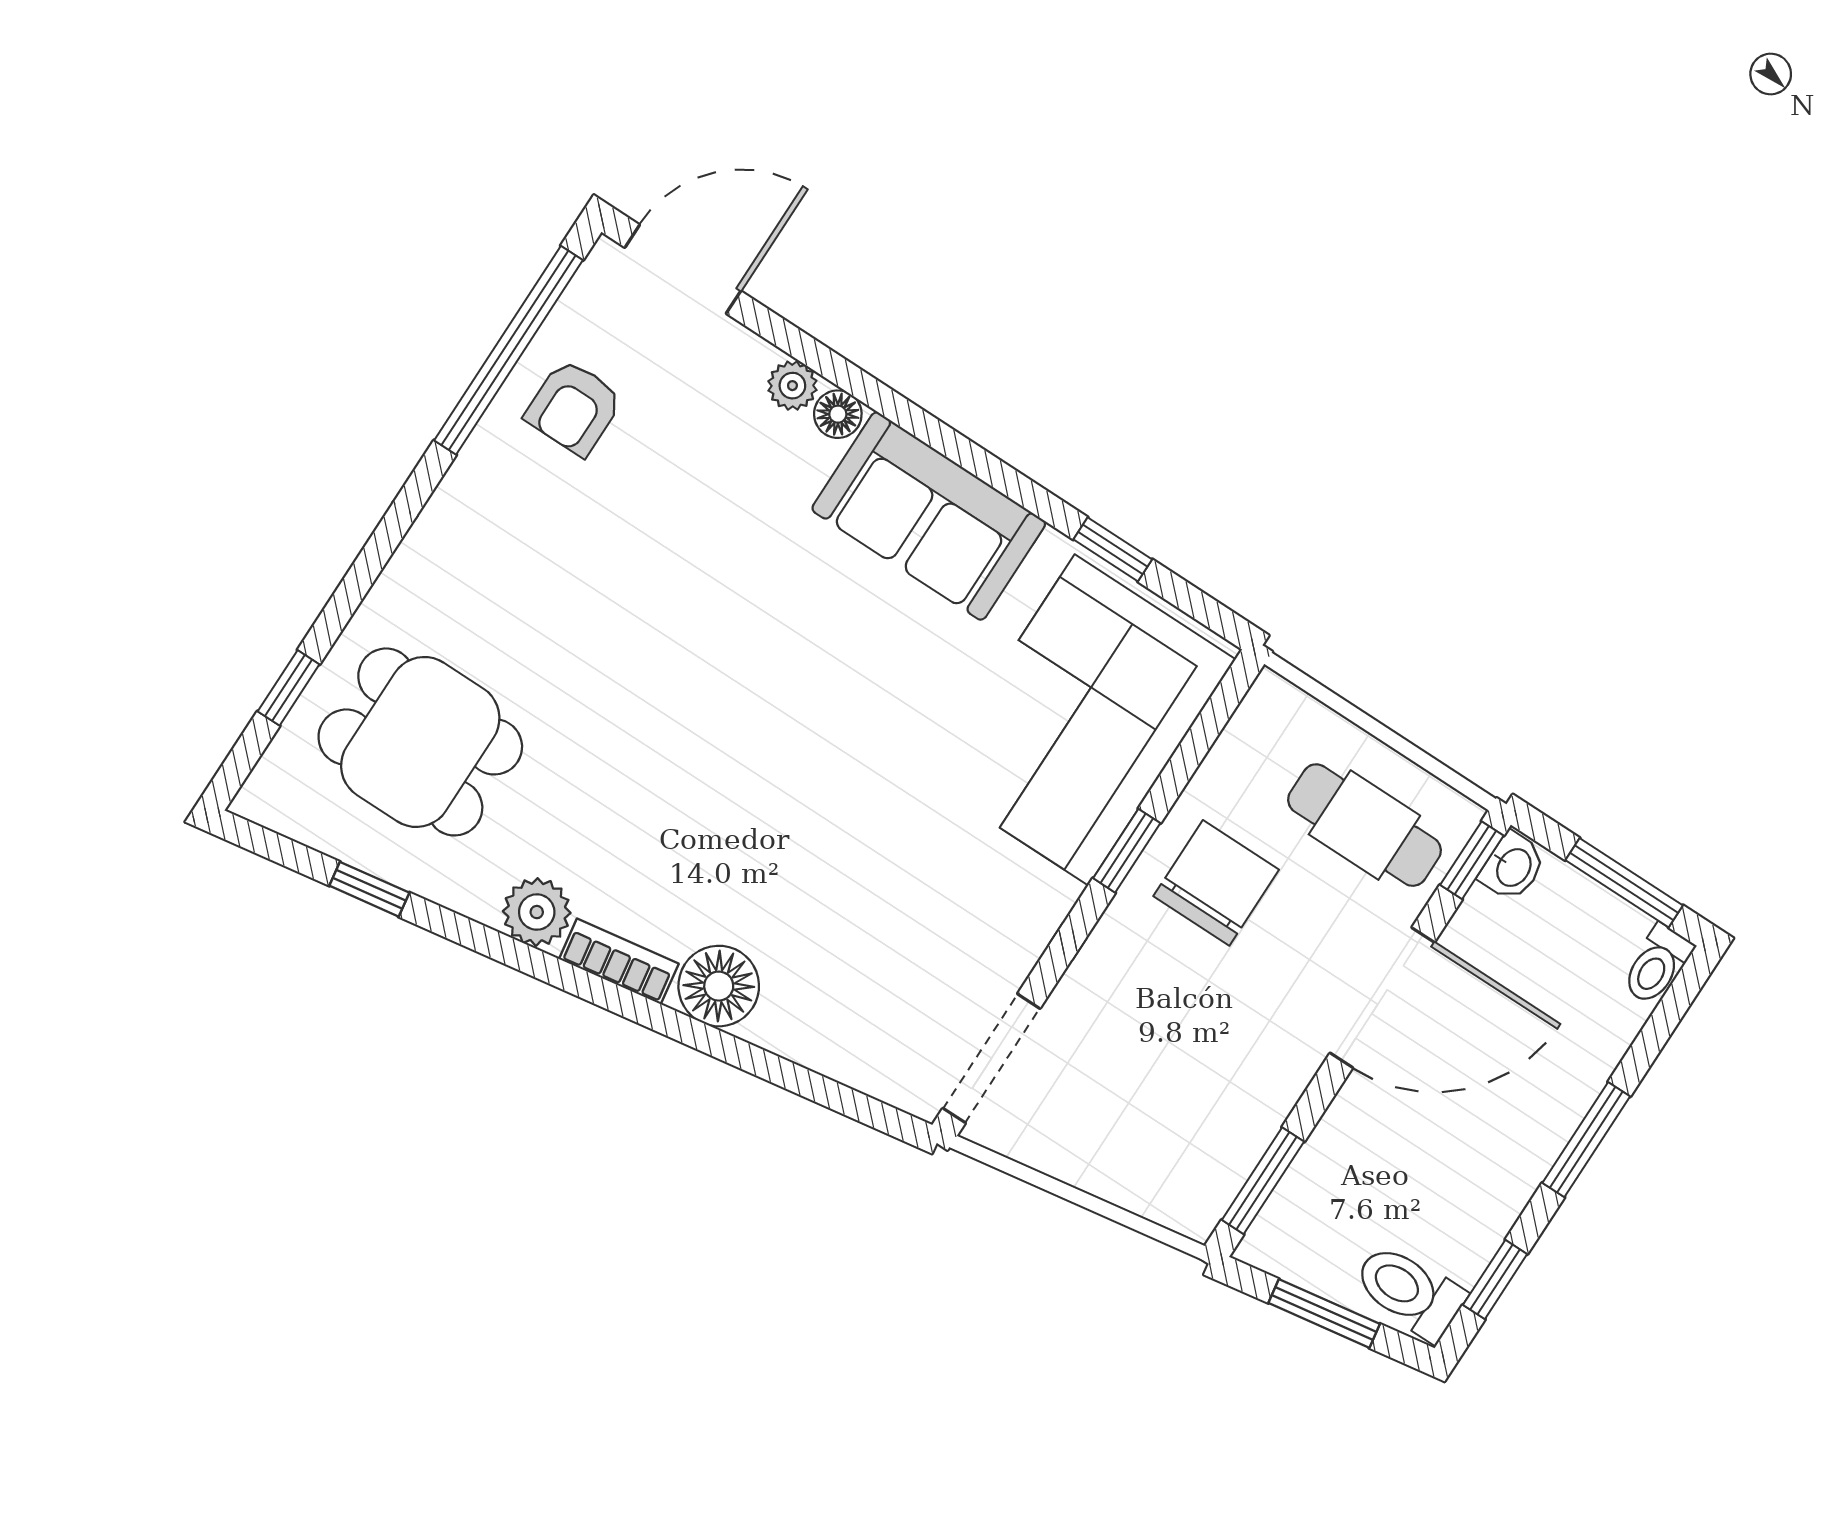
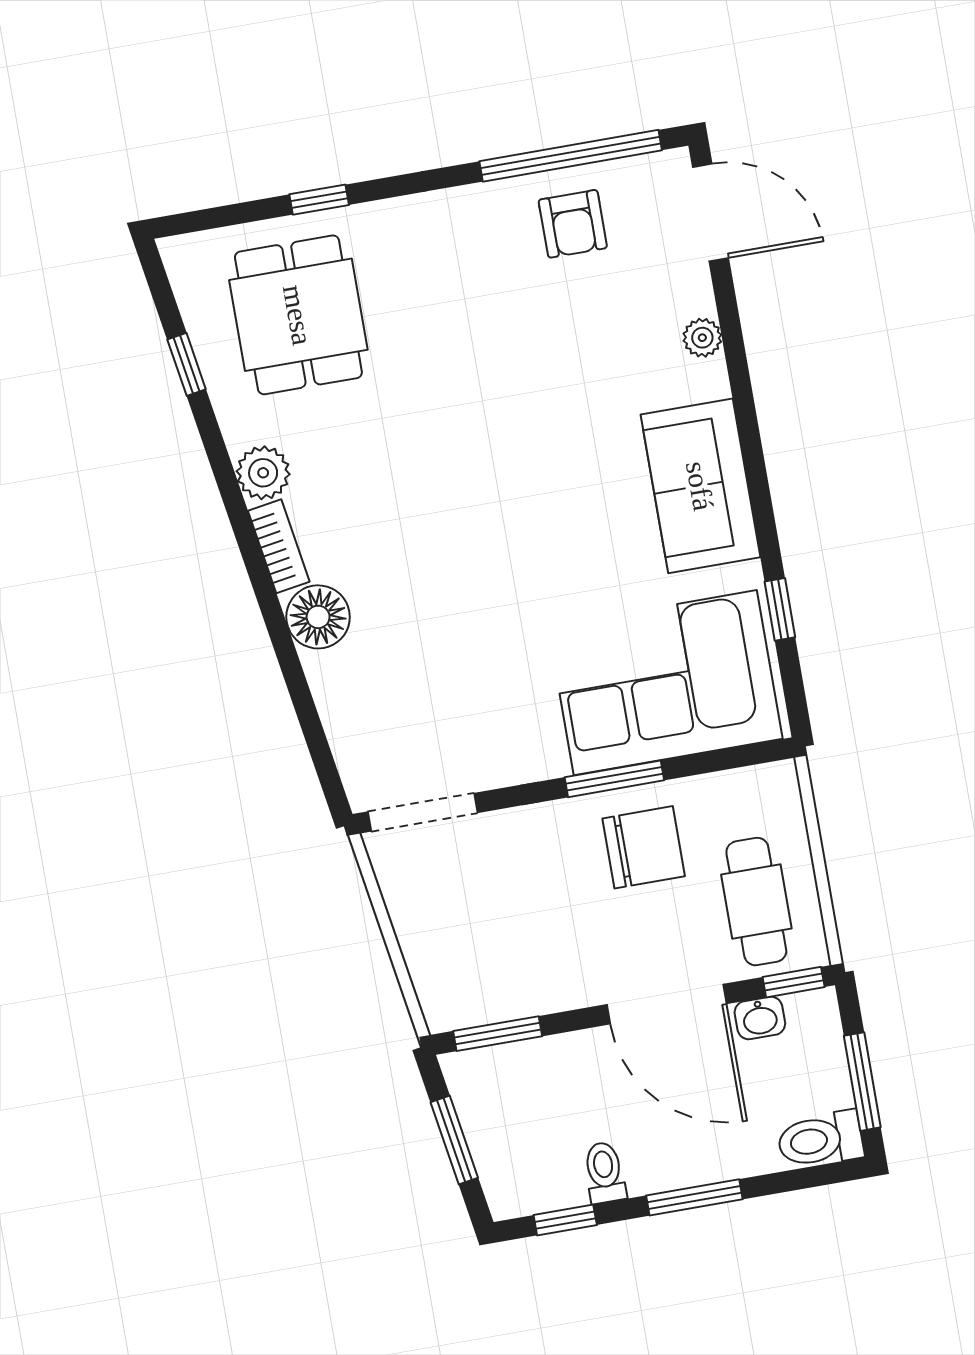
armchair: (574, 407) -> (573, 224), turned -90
floor lamp: (838, 414) -> (710, 379), removed
window: (289, 688) -> (319, 200), moved
window: (1127, 851) -> (614, 779), width x1.50
washbasin: (1513, 867) -> (760, 1018), moved
toilet: (1657, 965) -> (820, 1140), width x1.37, depth x1.39
toilet: (1409, 1291) -> (605, 1173), moved, width x0.73, depth x0.72

